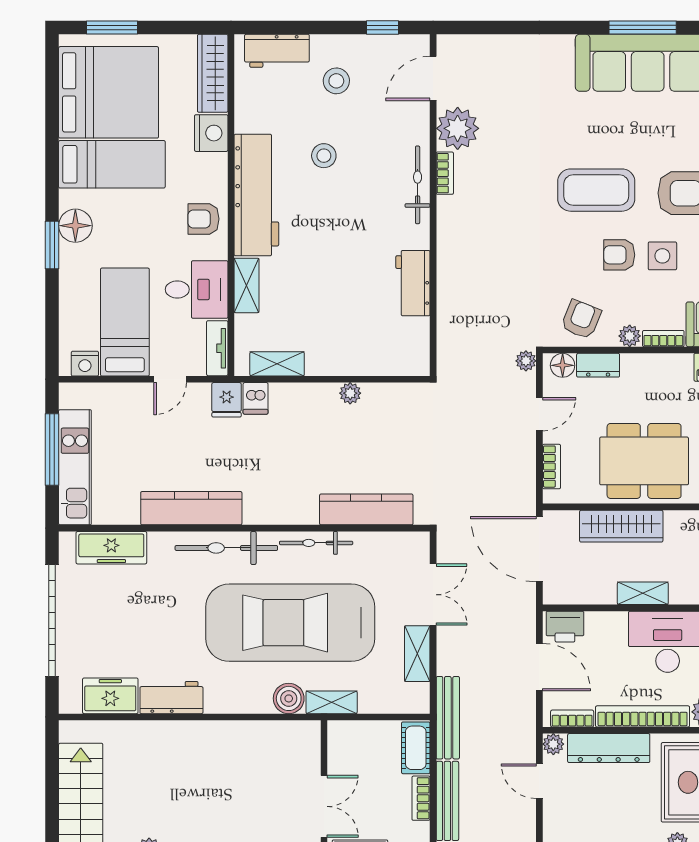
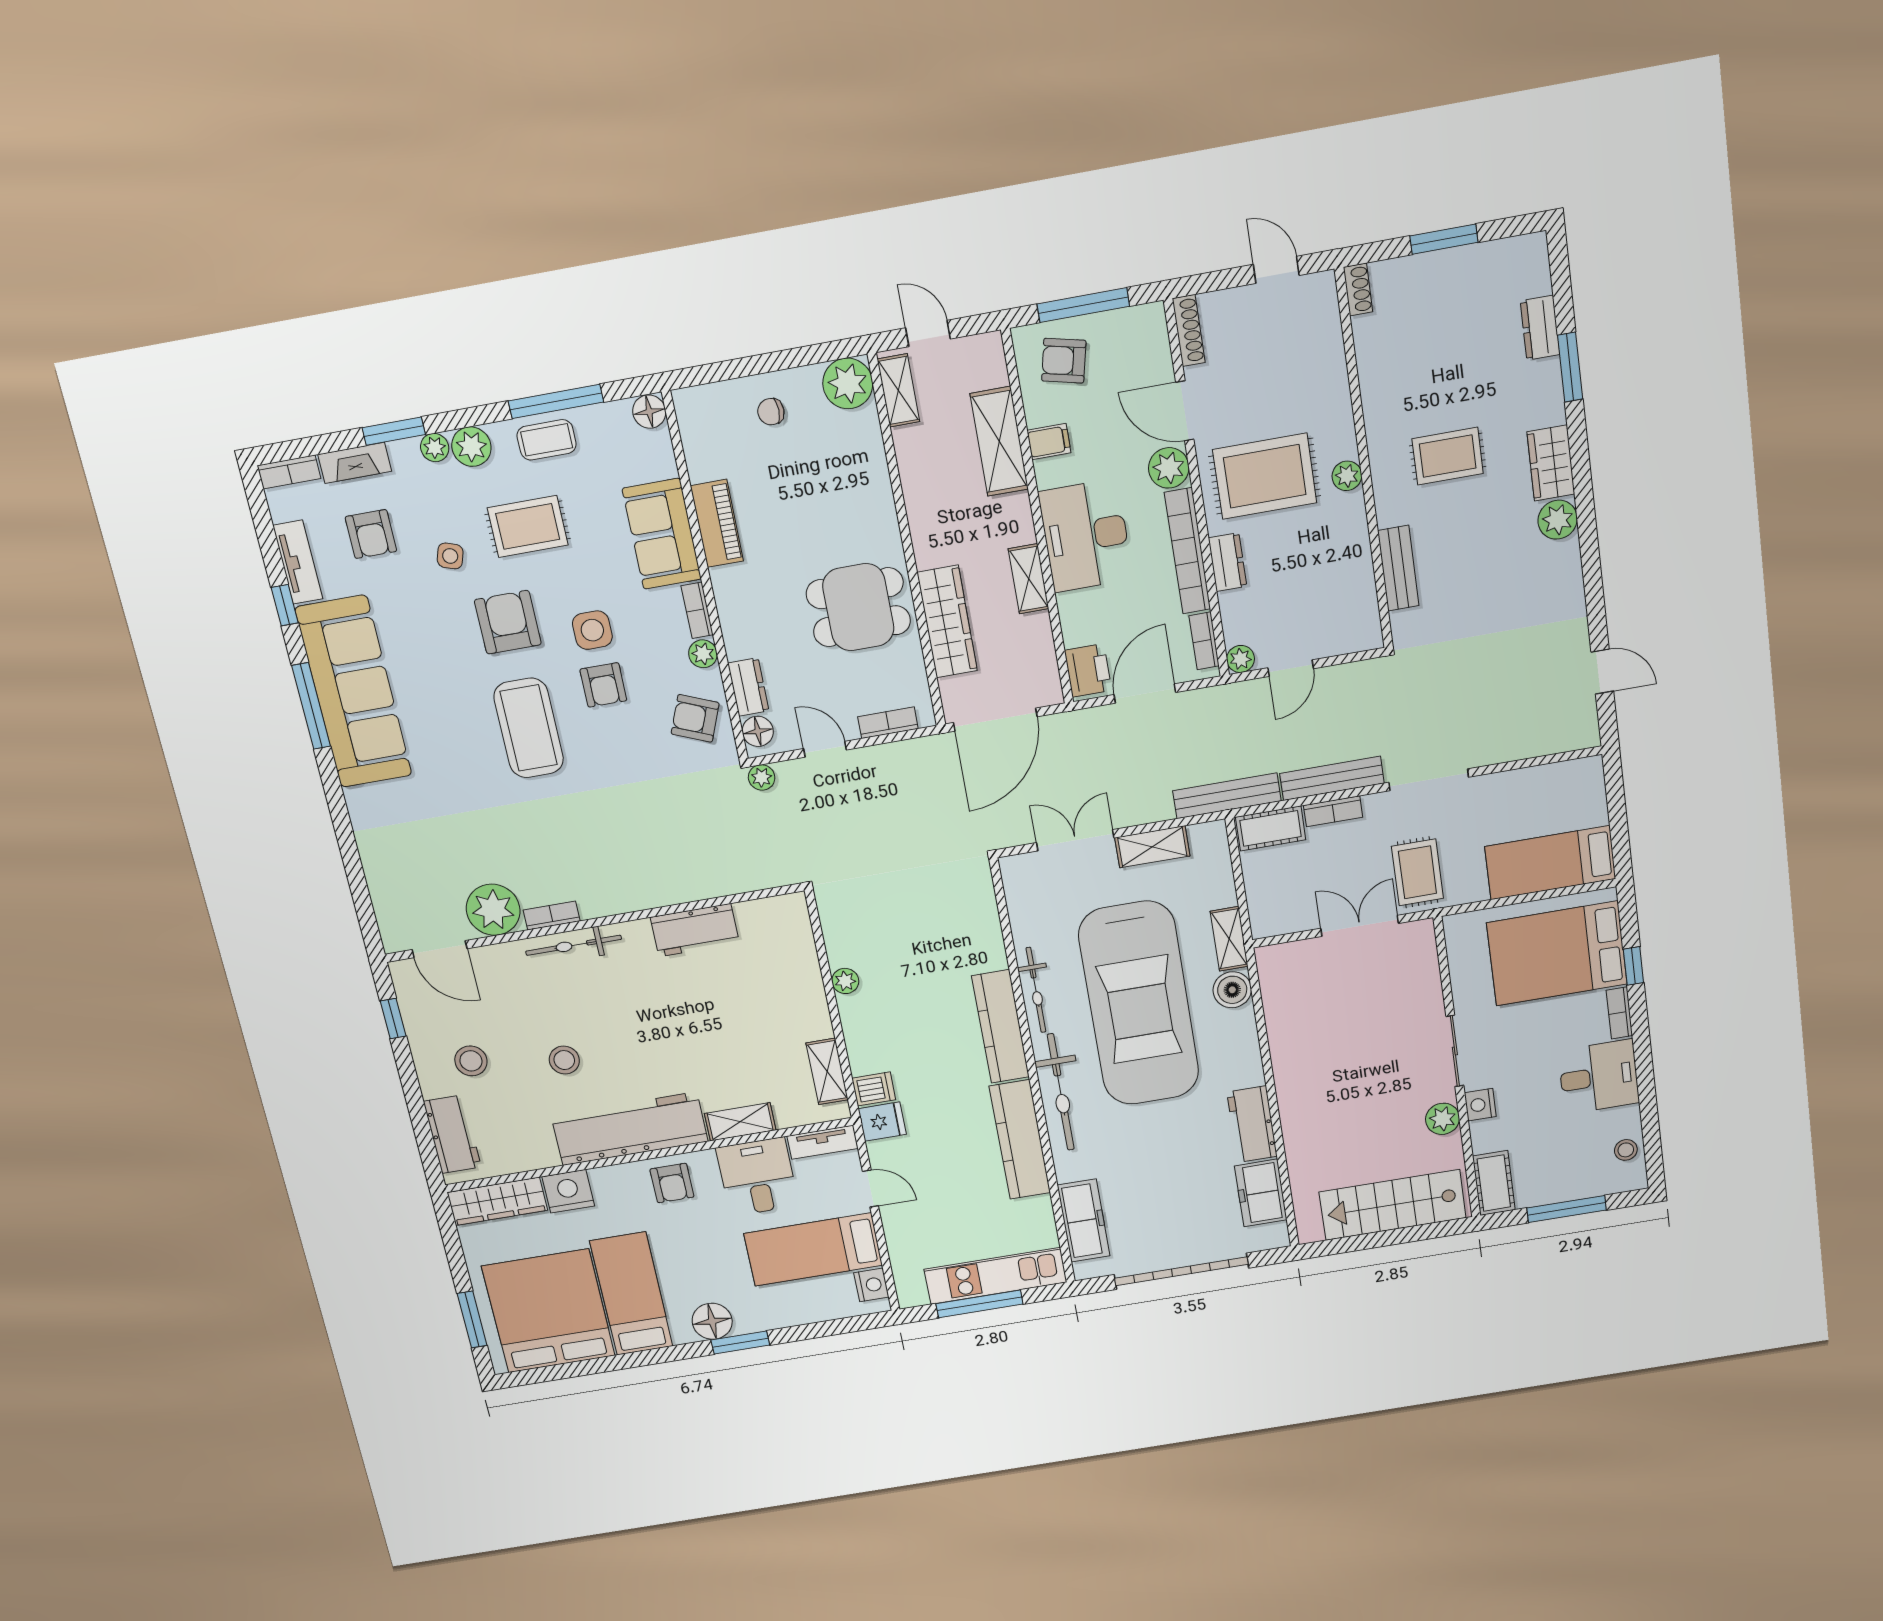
dining table: (644, 461) -> (858, 607), width x0.73
kitchen counter: (366, 509) -> (1000, 1026), moved
dresser: (609, 748) -> (1228, 562), width x0.51, depth x0.80

